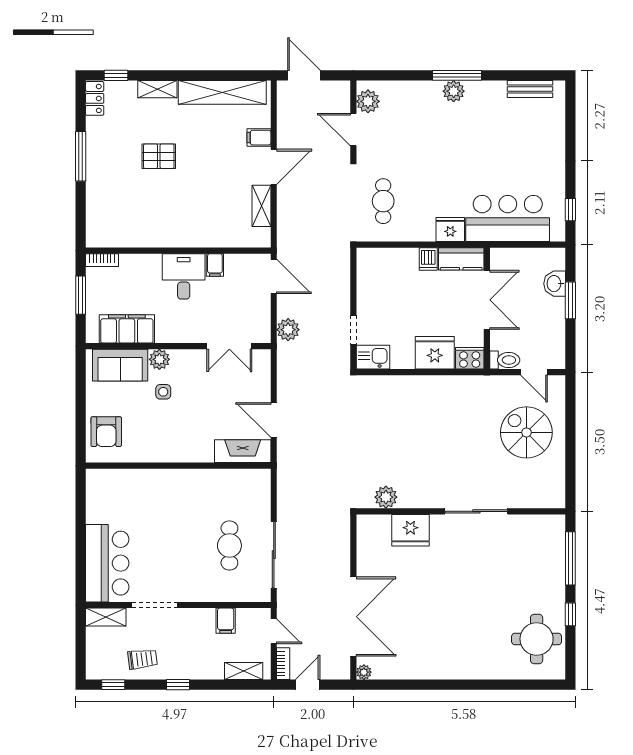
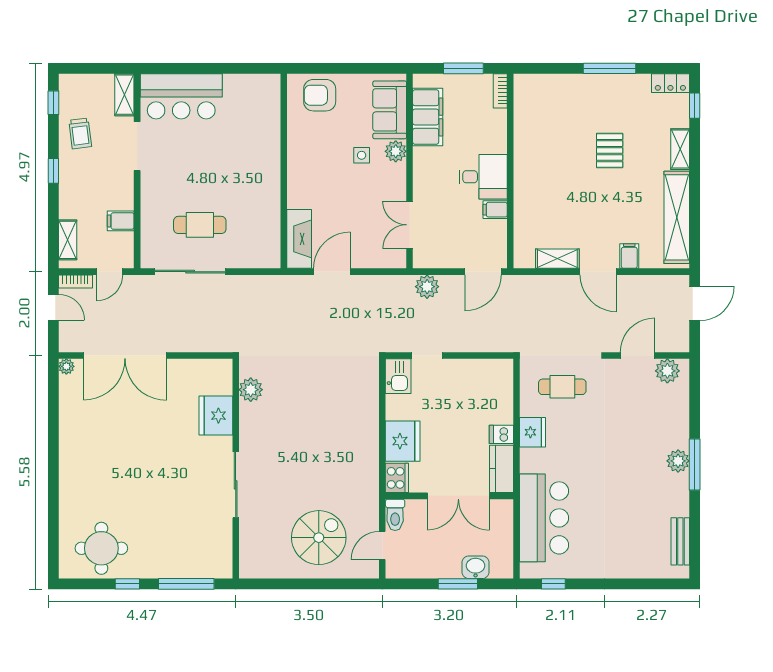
fridge: (450, 229) -> (532, 432), moved

